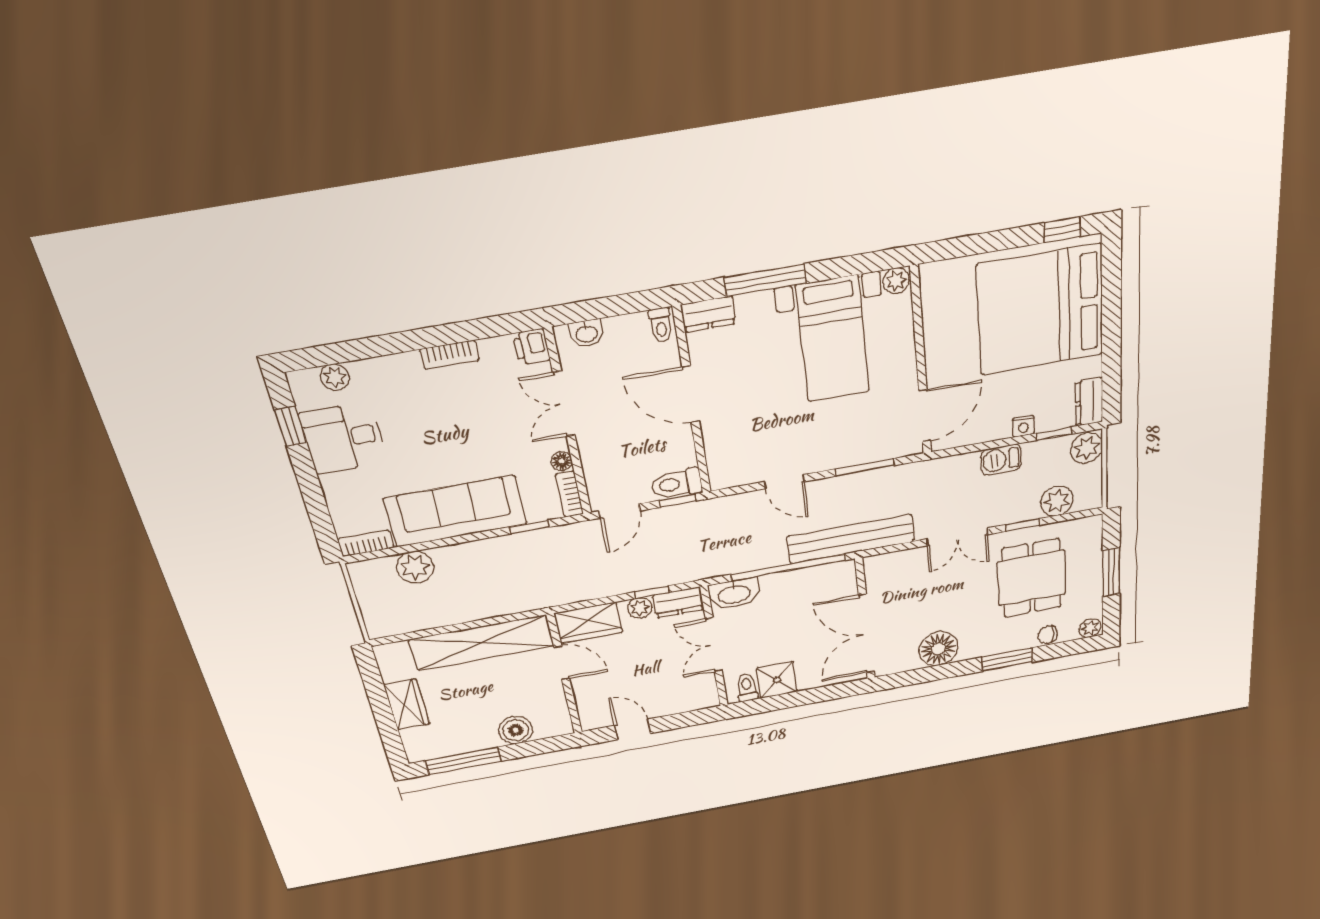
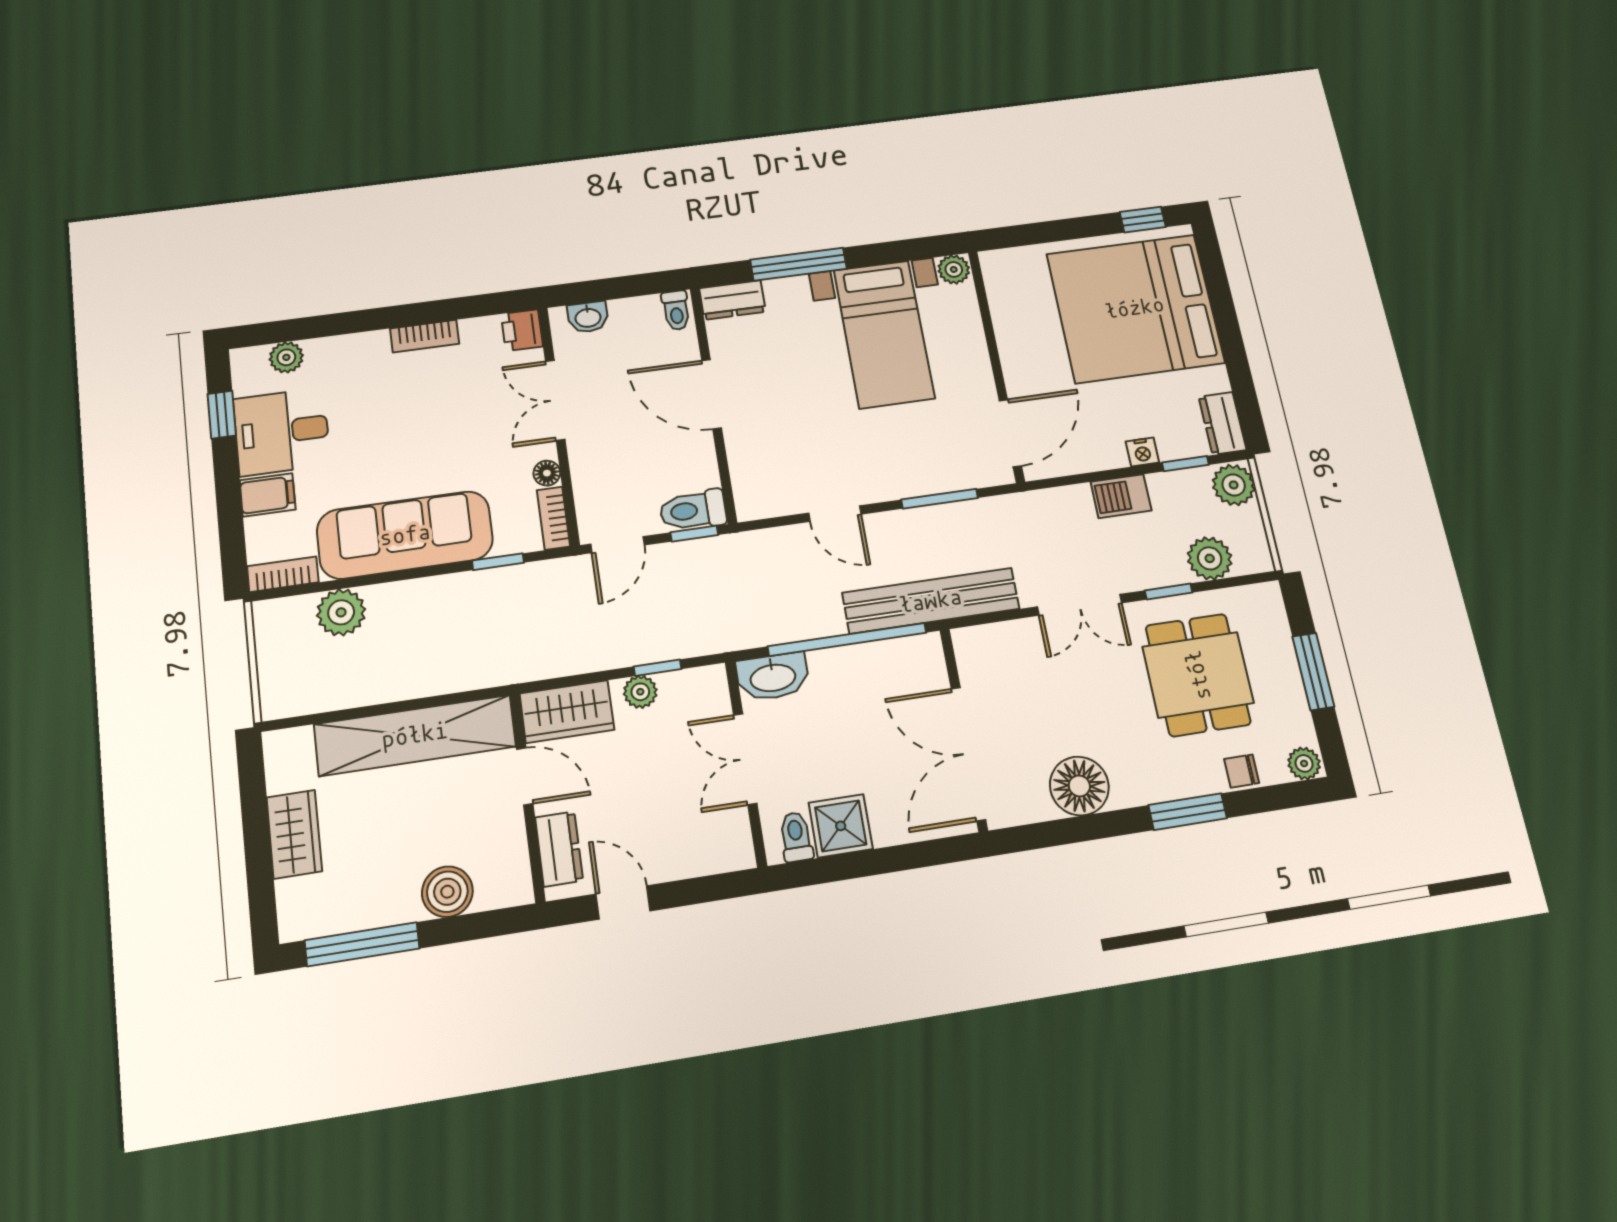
filing cabinet: (342, 487) -> (268, 495), added
dresser: (678, 602) -> (559, 849), moved, turned -90

